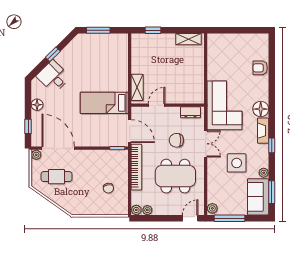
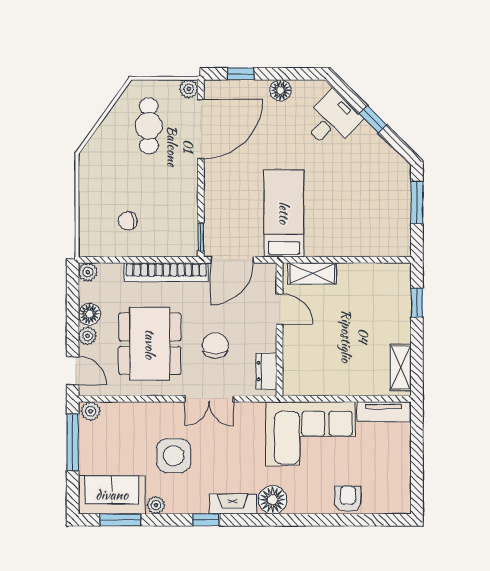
tv unit: (213, 48) -> (383, 412), added
corner sofa: (225, 105) -> (310, 434), moved
floor lamp: (159, 209) -> (89, 314), added
plant: (147, 210) -> (88, 336), moved

